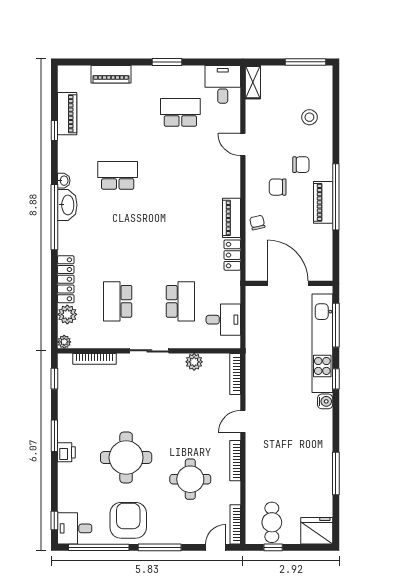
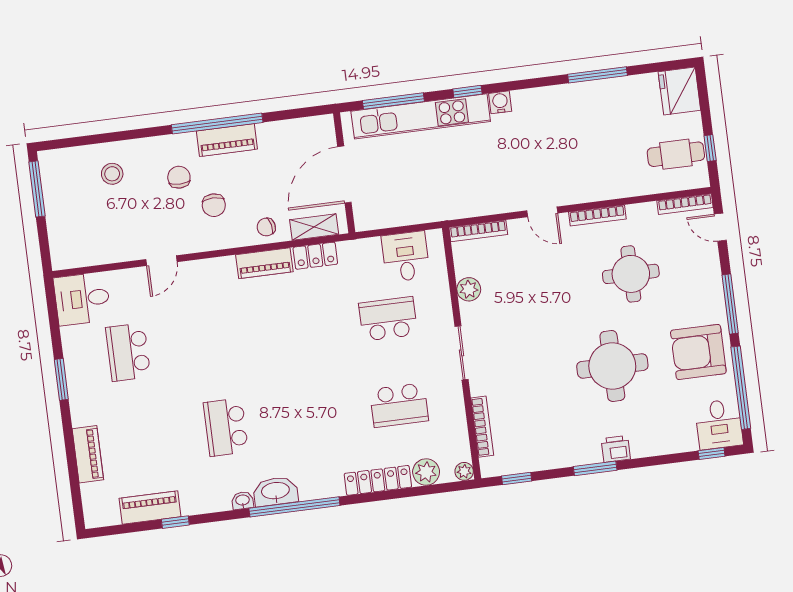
shelving: (253, 82) -> (314, 227), moved

